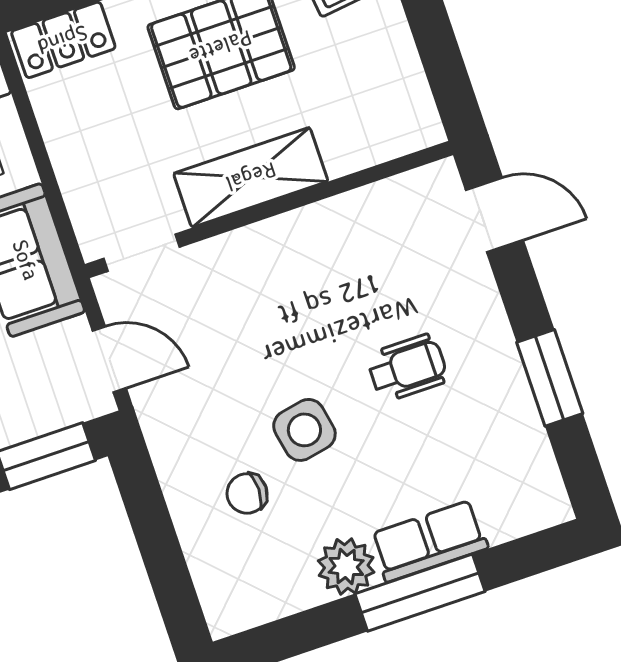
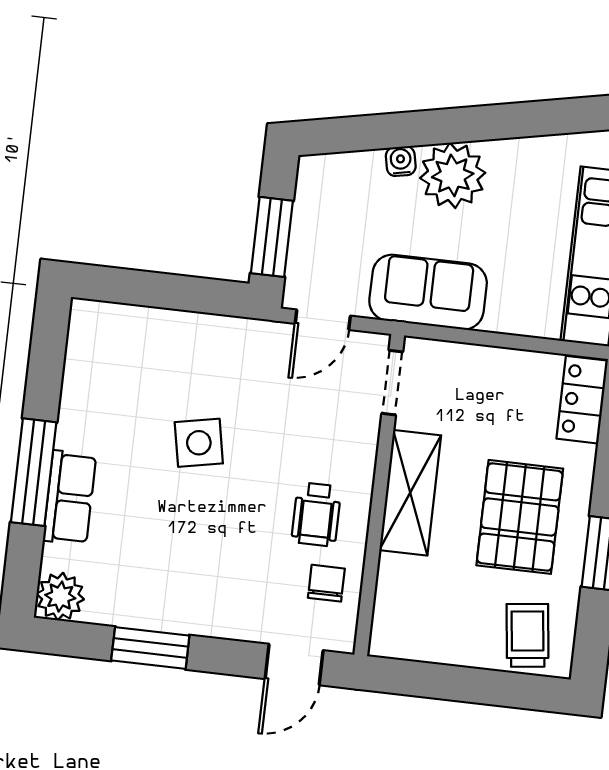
wheelchair: (407, 368) -> (316, 514), moved
chair: (247, 493) -> (326, 583), moved
plant: (346, 566) -> (60, 597), moved

